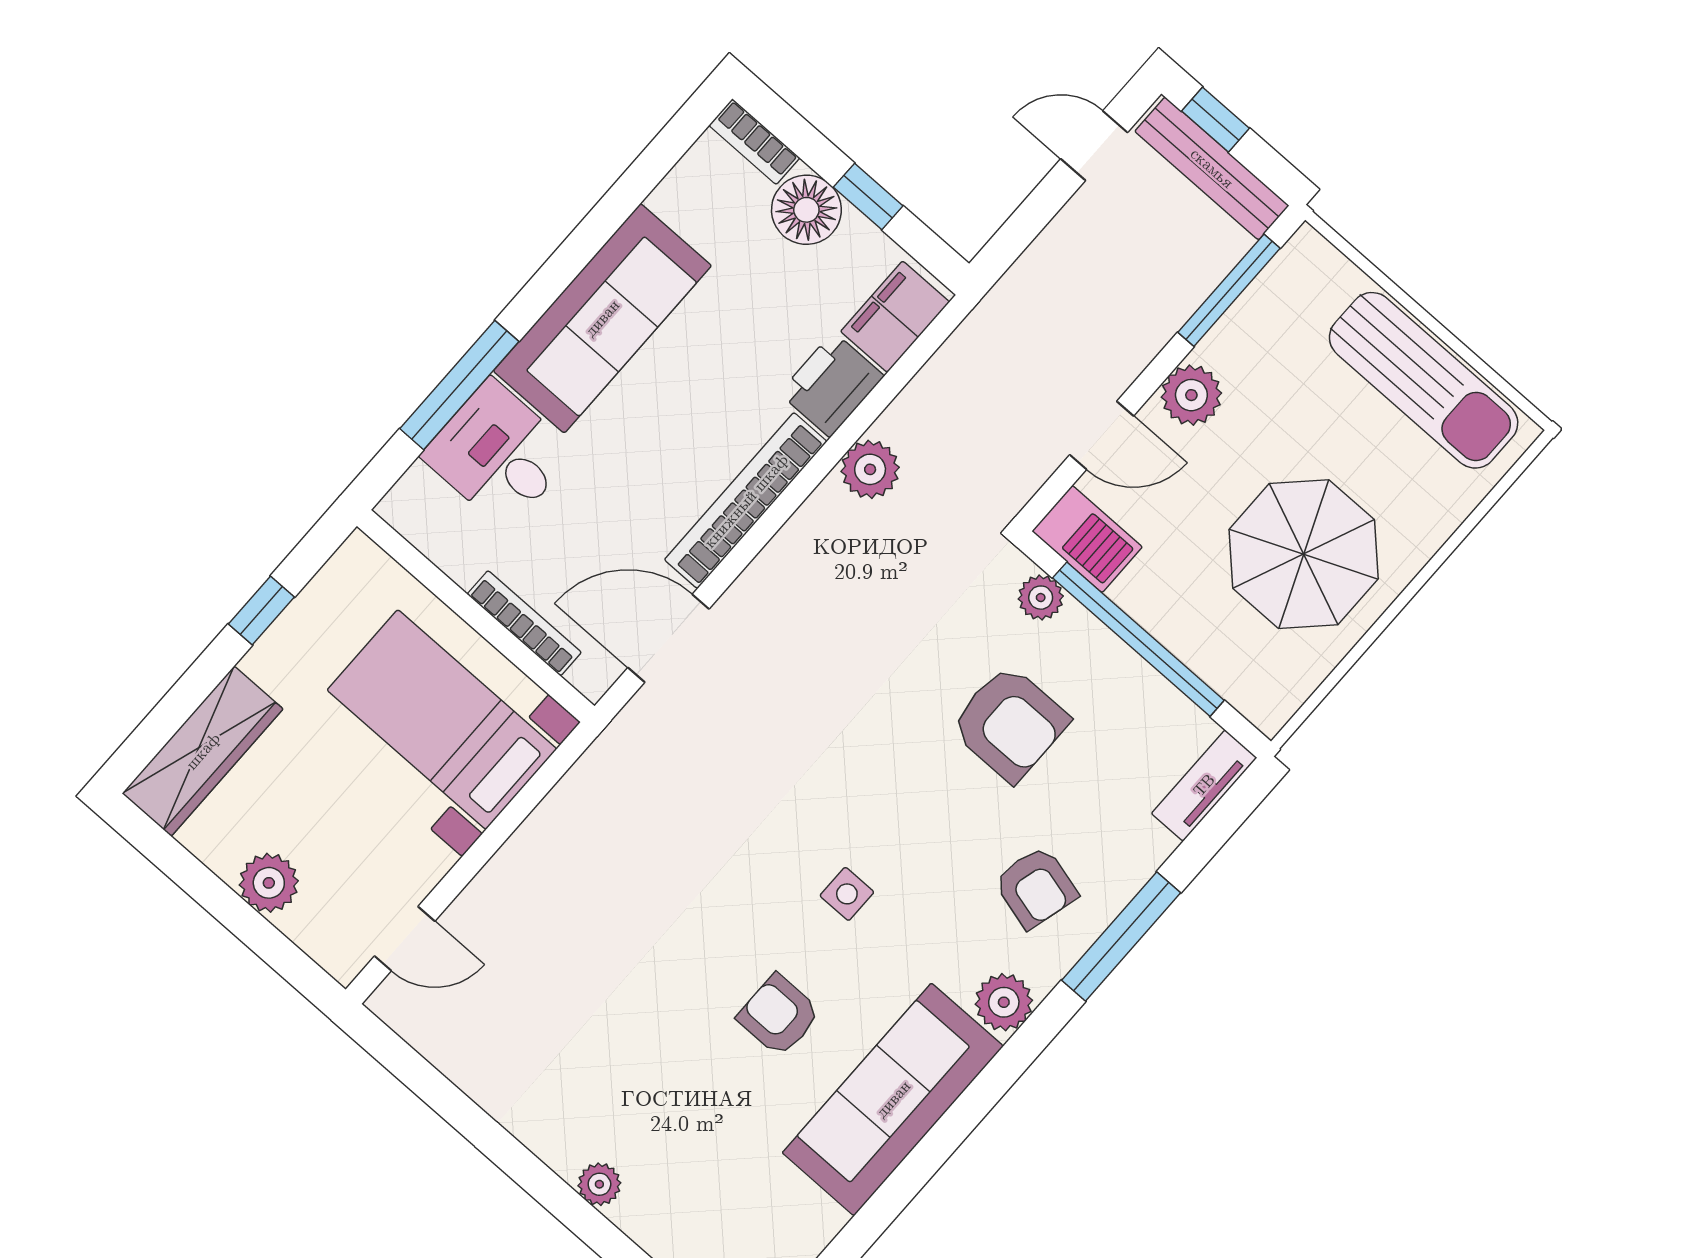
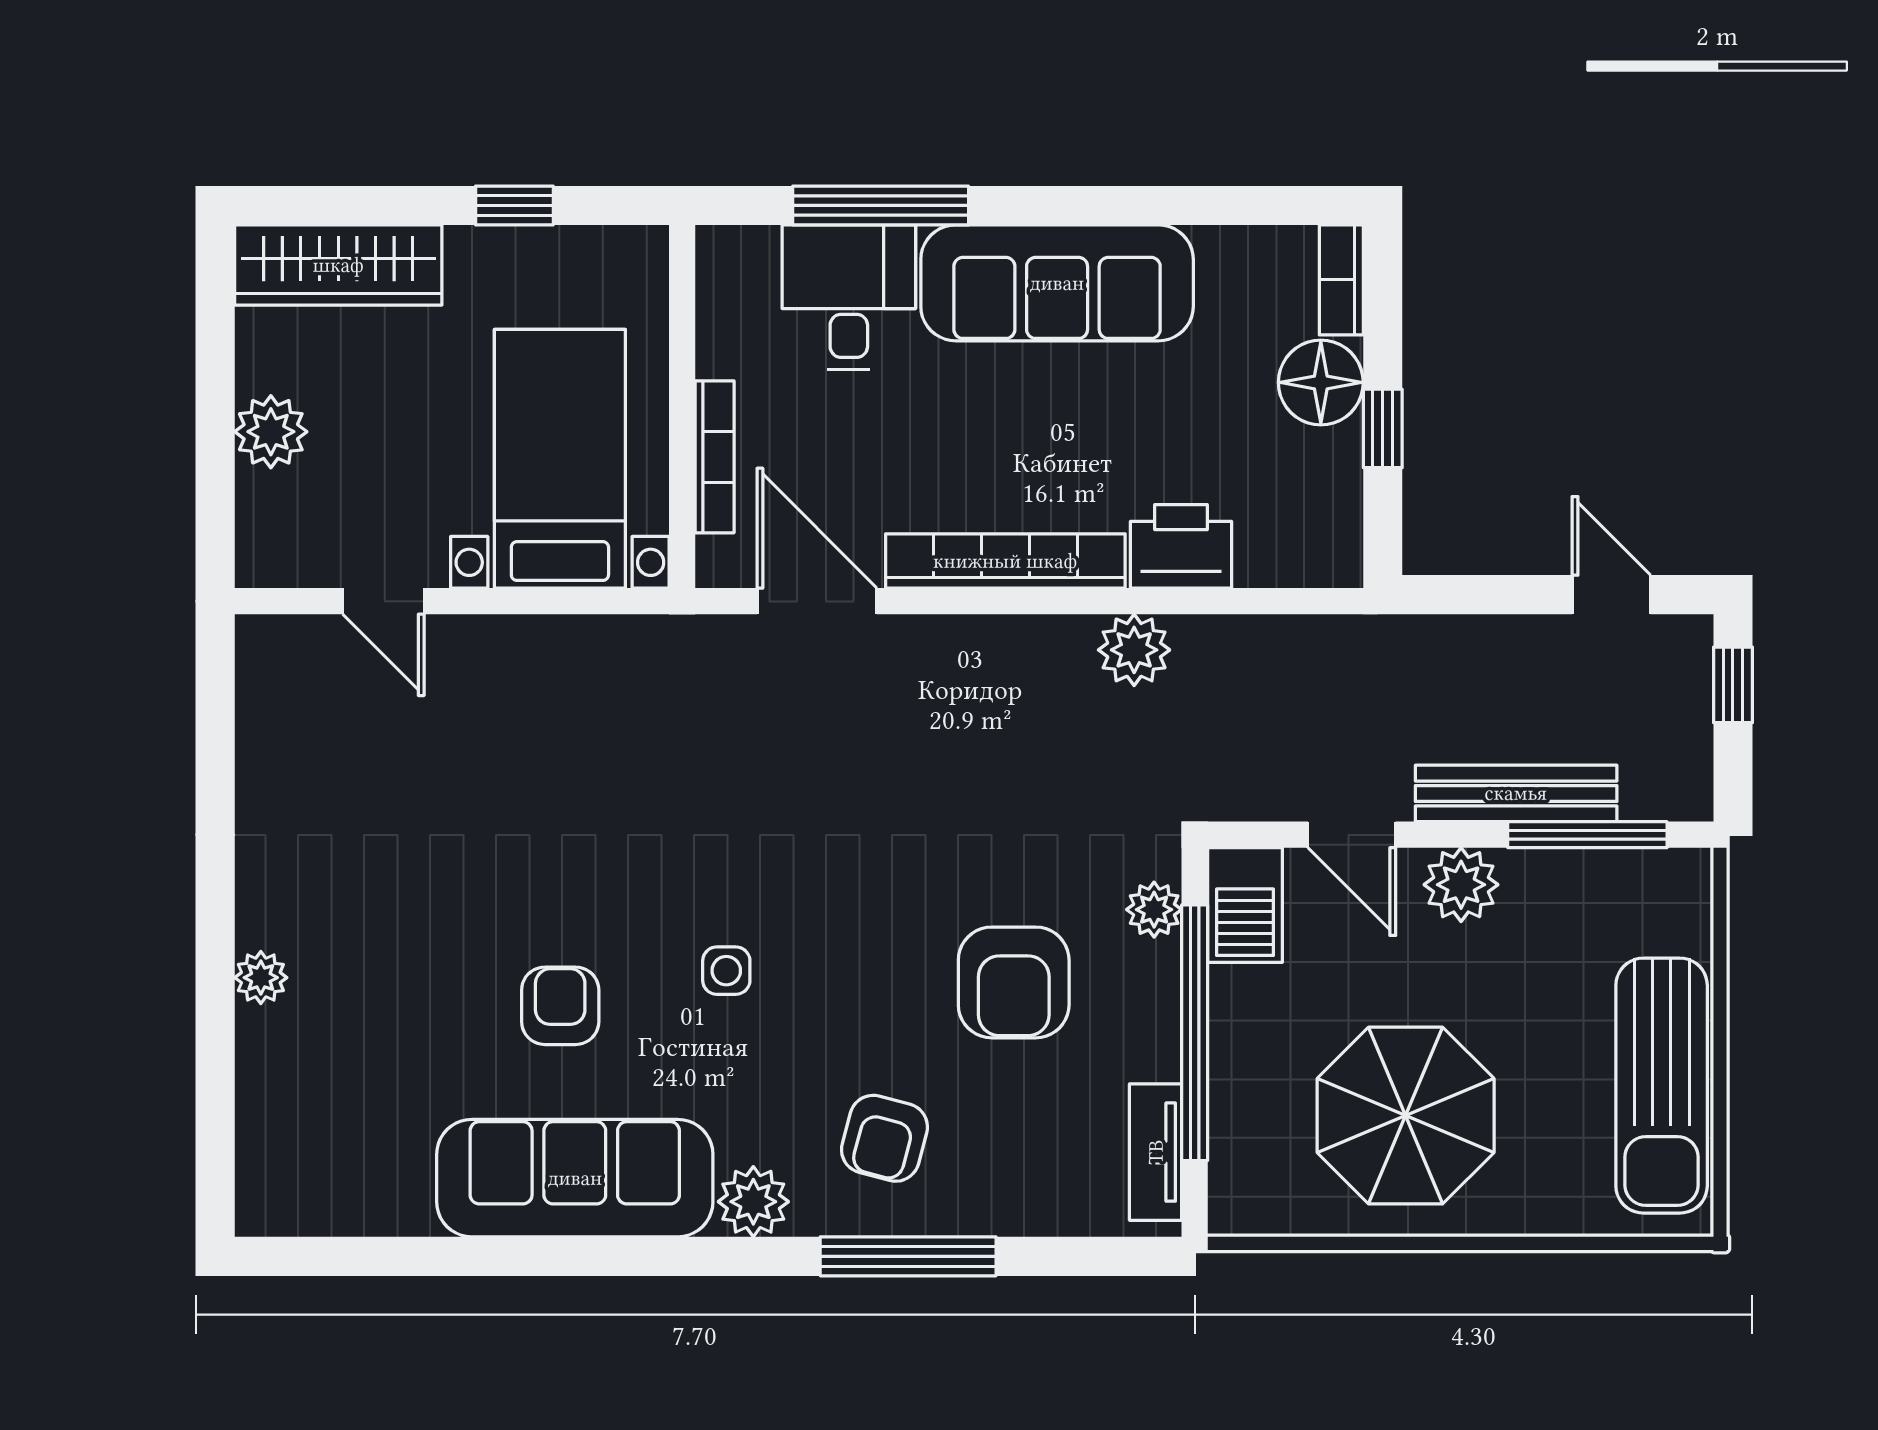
bench: (1212, 168) -> (1516, 793), moved, turned 90
filing cabinet: (895, 317) -> (1294, 550), removed
tv unit: (1204, 785) -> (1156, 1152), moved, turned -90
door: (405, 939) -> (383, 601), moved

